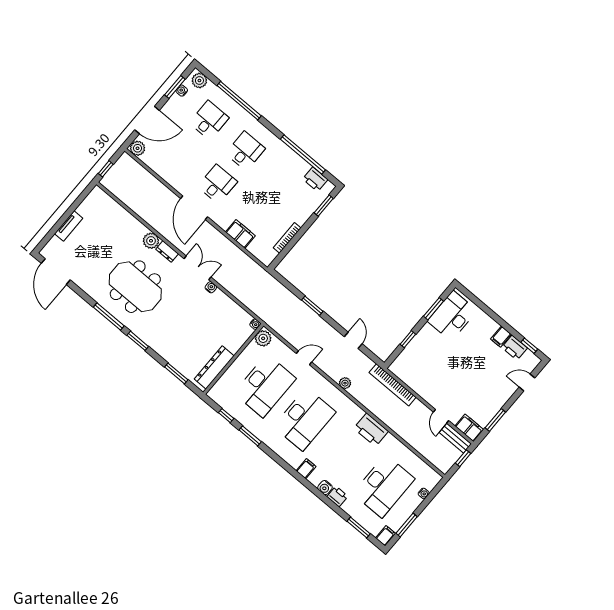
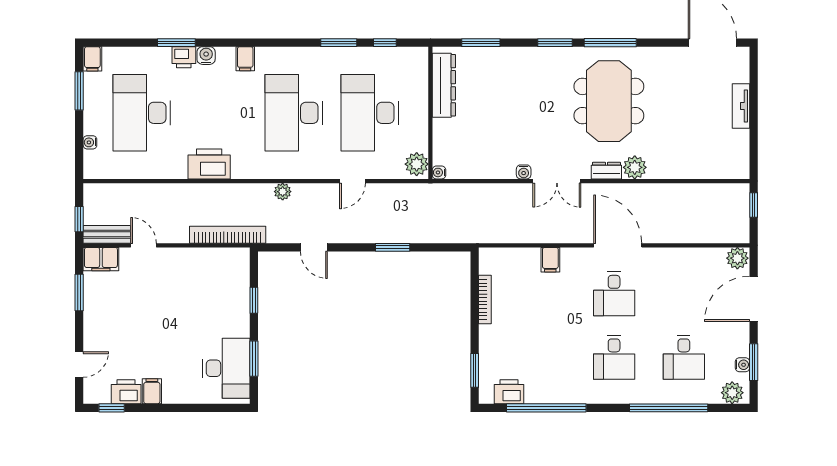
filing cabinet: (240, 234) -> (550, 260), width x0.50
meeting table: (135, 287) -> (609, 101), turned 90
window: (359, 528) -> (176, 43), moved

